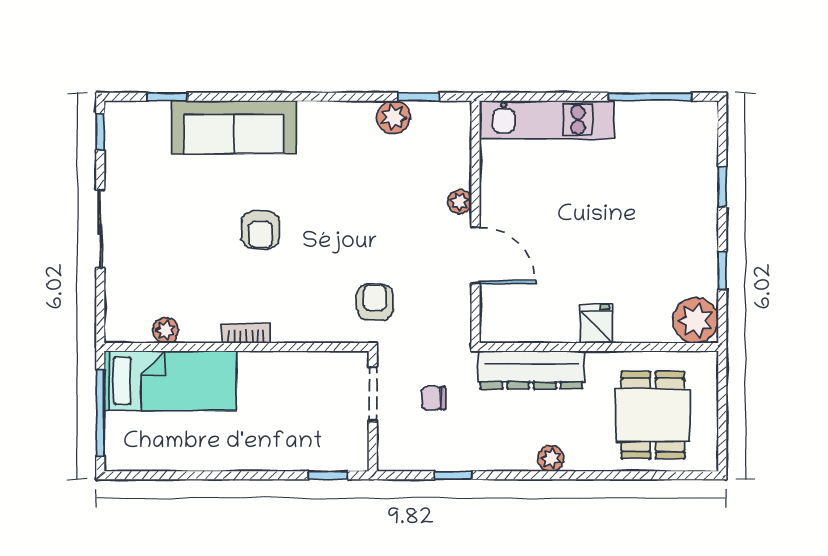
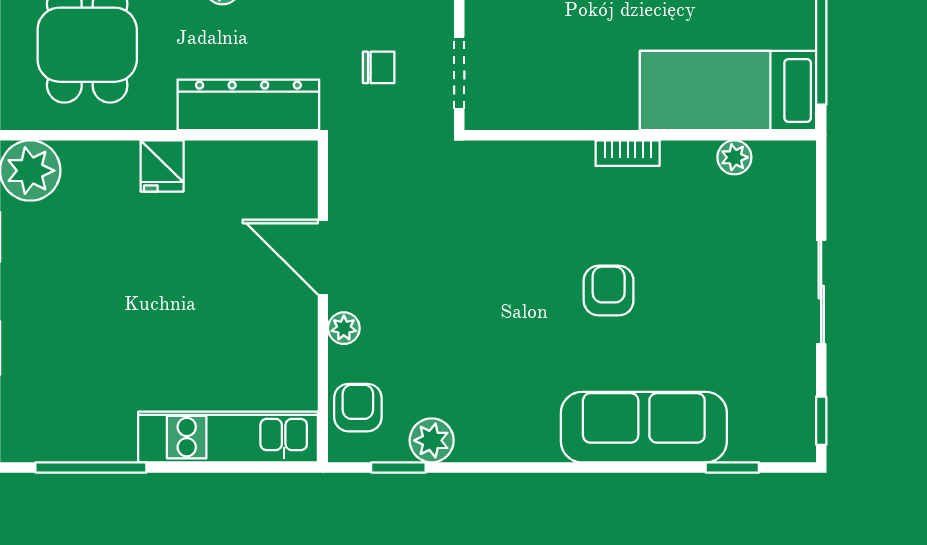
armchair: (375, 302) -> (358, 408), moved, turned 180

